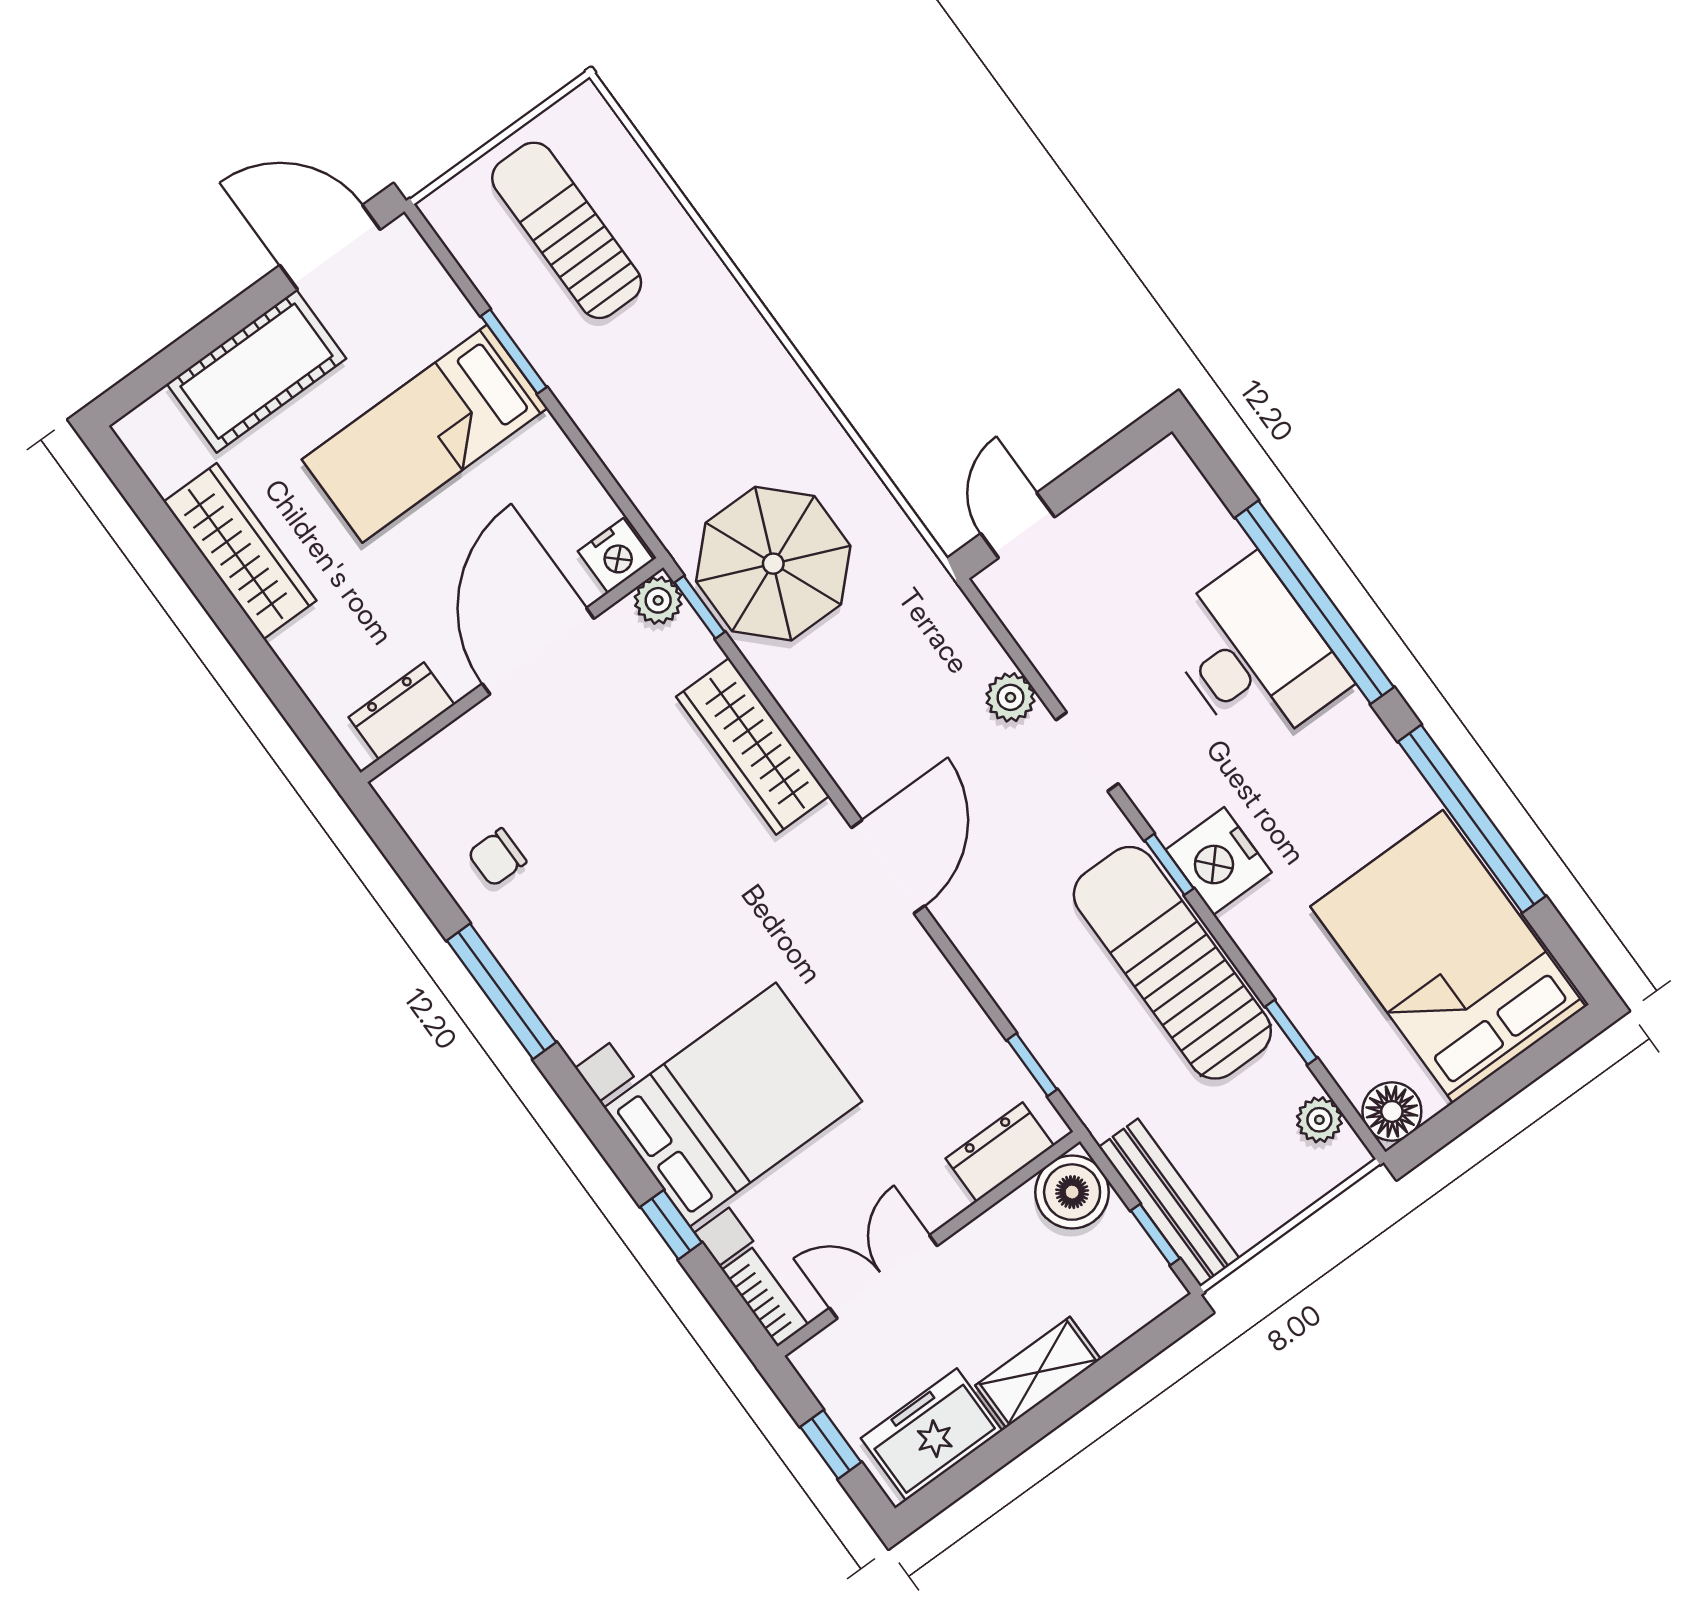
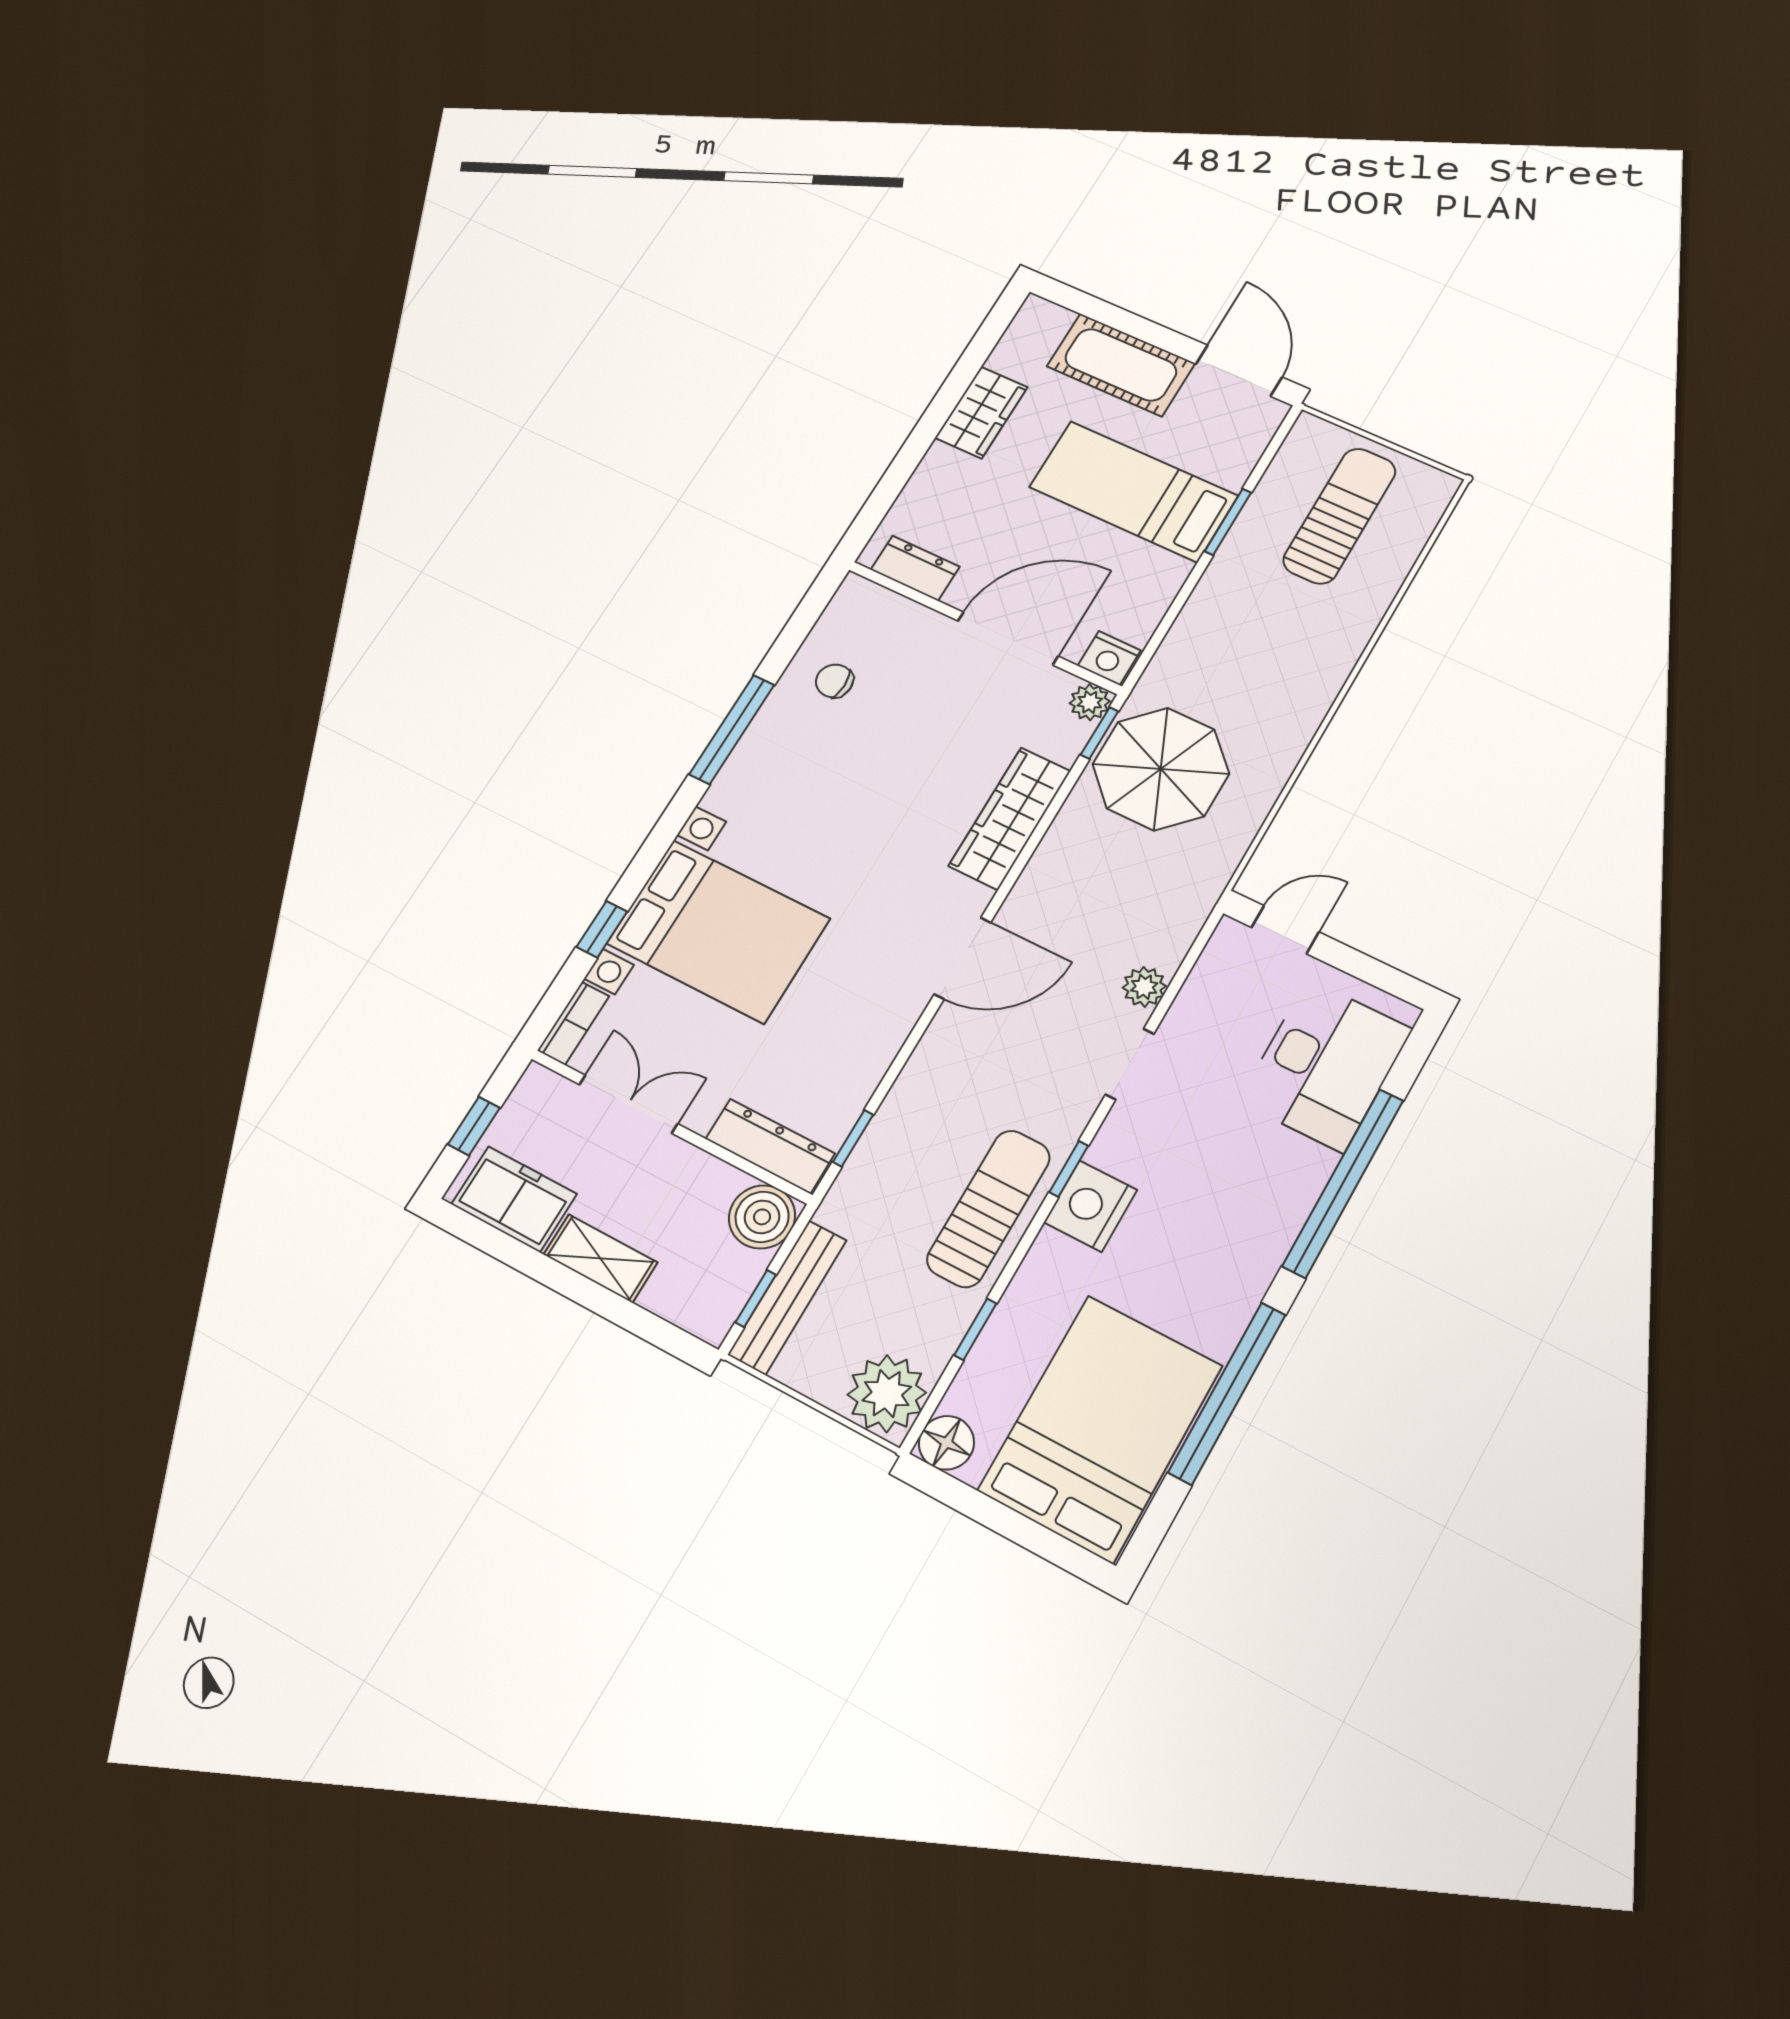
wardrobe: (240, 551) -> (981, 412), width x0.67
desk: (1254, 655) -> (1326, 1065), moved
sun lounger: (1172, 963) -> (989, 1208), width x0.73, depth x0.75
plant: (1319, 1120) -> (887, 1394), width x1.88, depth x1.88
dresser: (1000, 1152) -> (770, 1146), width x1.44

